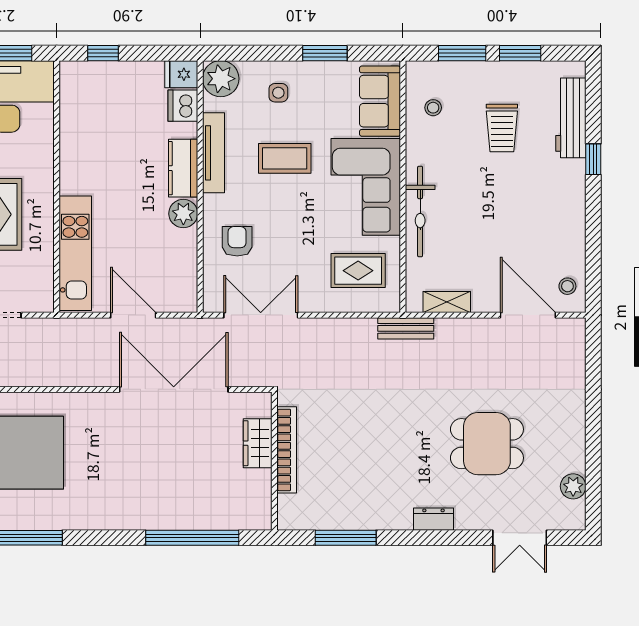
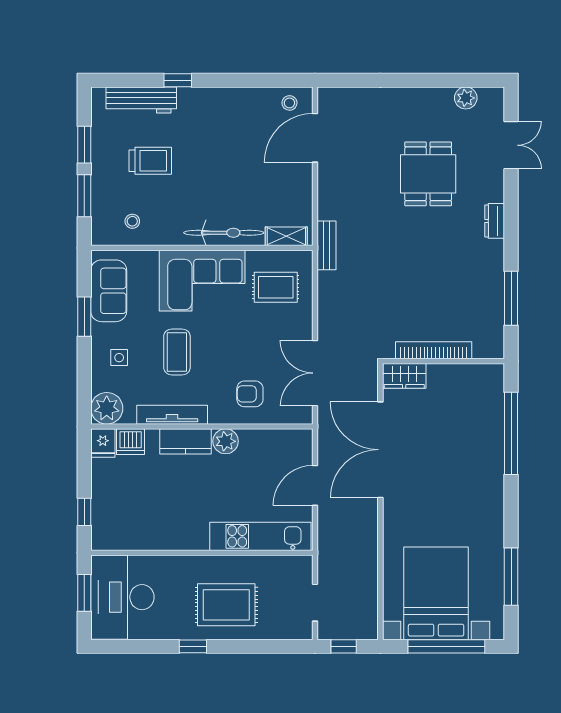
sofa: (380, 101) -> (109, 291), moved, turned -90
rug: (358, 271) -> (276, 287), turned 90
shelving: (447, 302) -> (286, 236), moved, turned 90
wardrobe: (258, 443) -> (404, 376), moved

